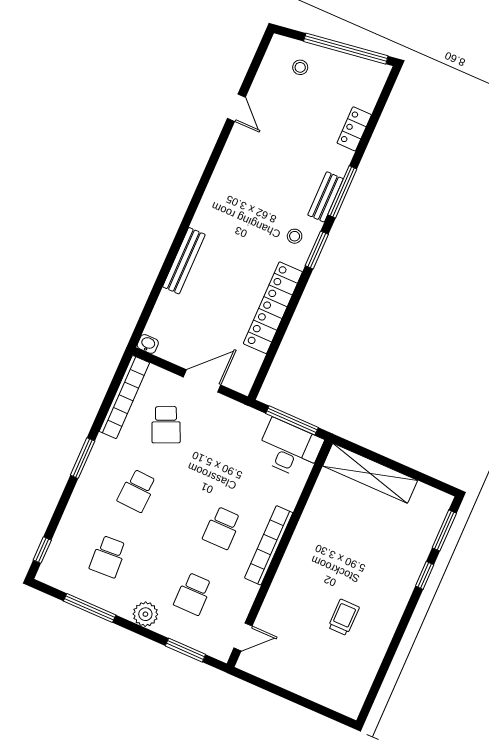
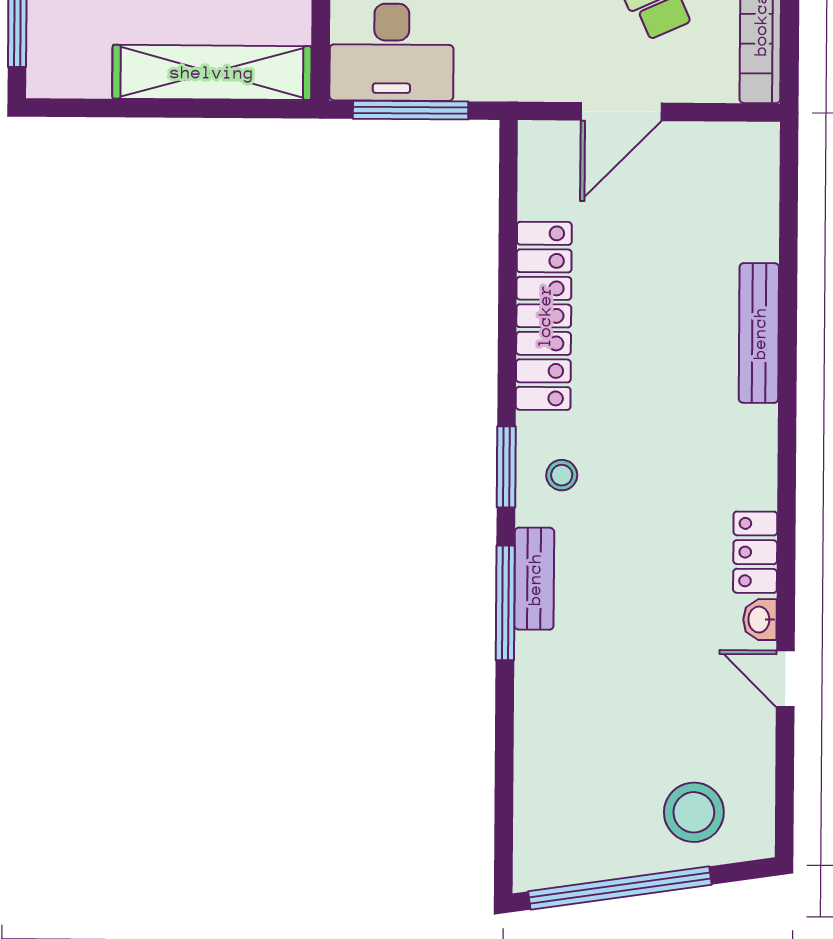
stool: (300, 67) -> (694, 812), width x1.89, depth x1.89
locker: (354, 129) -> (755, 552), moved, turned 180
washbasin: (148, 344) -> (760, 620), moved, turned 90

